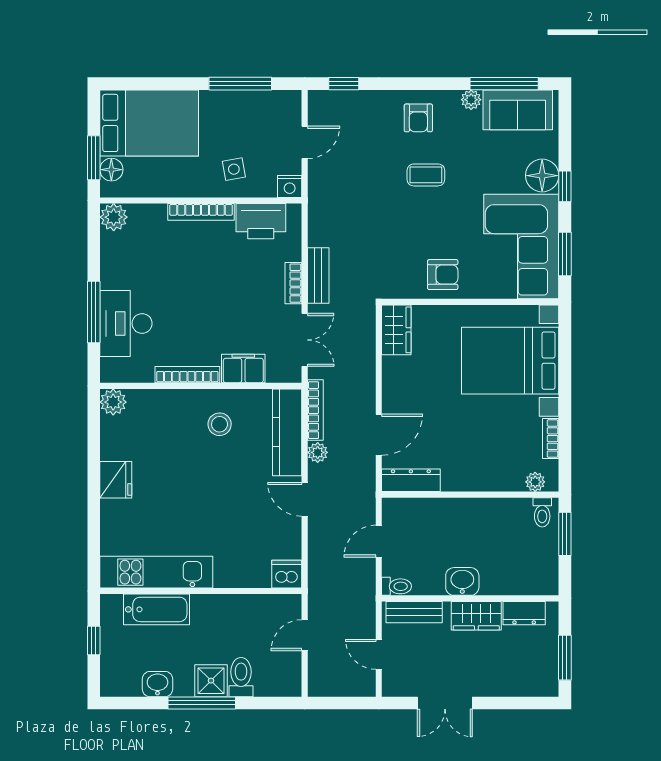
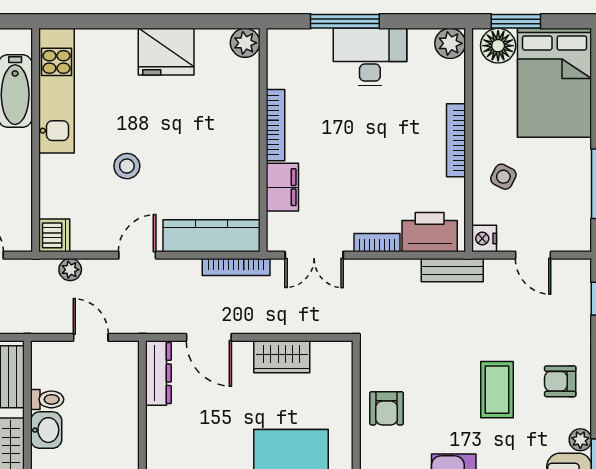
side table: (234, 169) -> (503, 177), turned 37
floor lamp: (111, 170) -> (498, 46), width x1.38, depth x1.38
coffee table: (426, 175) -> (497, 390), width x1.36, depth x1.30
printer: (261, 221) -> (430, 232), moved, turned 90
bench: (318, 276) -> (452, 270), moved
desk: (126, 323) -> (370, 57), moved
wardrobe: (396, 330) -> (282, 357), moved
stool: (220, 424) -> (127, 166), moved
plant: (318, 452) -> (70, 270), moved
fridge: (116, 480) -> (166, 52), width x1.36, depth x1.34
toilet: (397, 586) -> (47, 399), moved, turned -90

